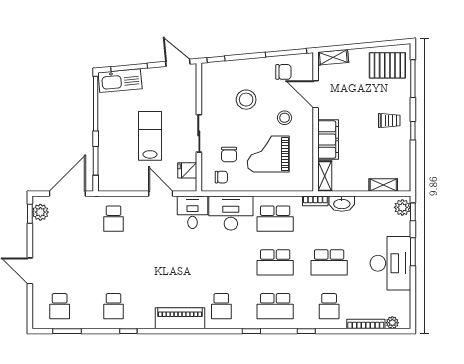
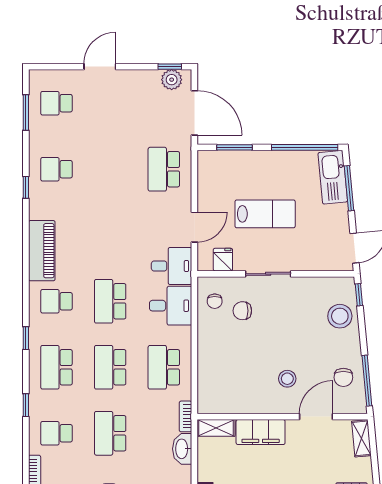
stool: (246, 100) -> (340, 316), moved
grand piano: (268, 154) -> (243, 359), removed
desk: (231, 213) -> (171, 306), width x0.73
school desk: (113, 219) -> (164, 169), width x1.85
school desk: (221, 262) -> (110, 301), added

